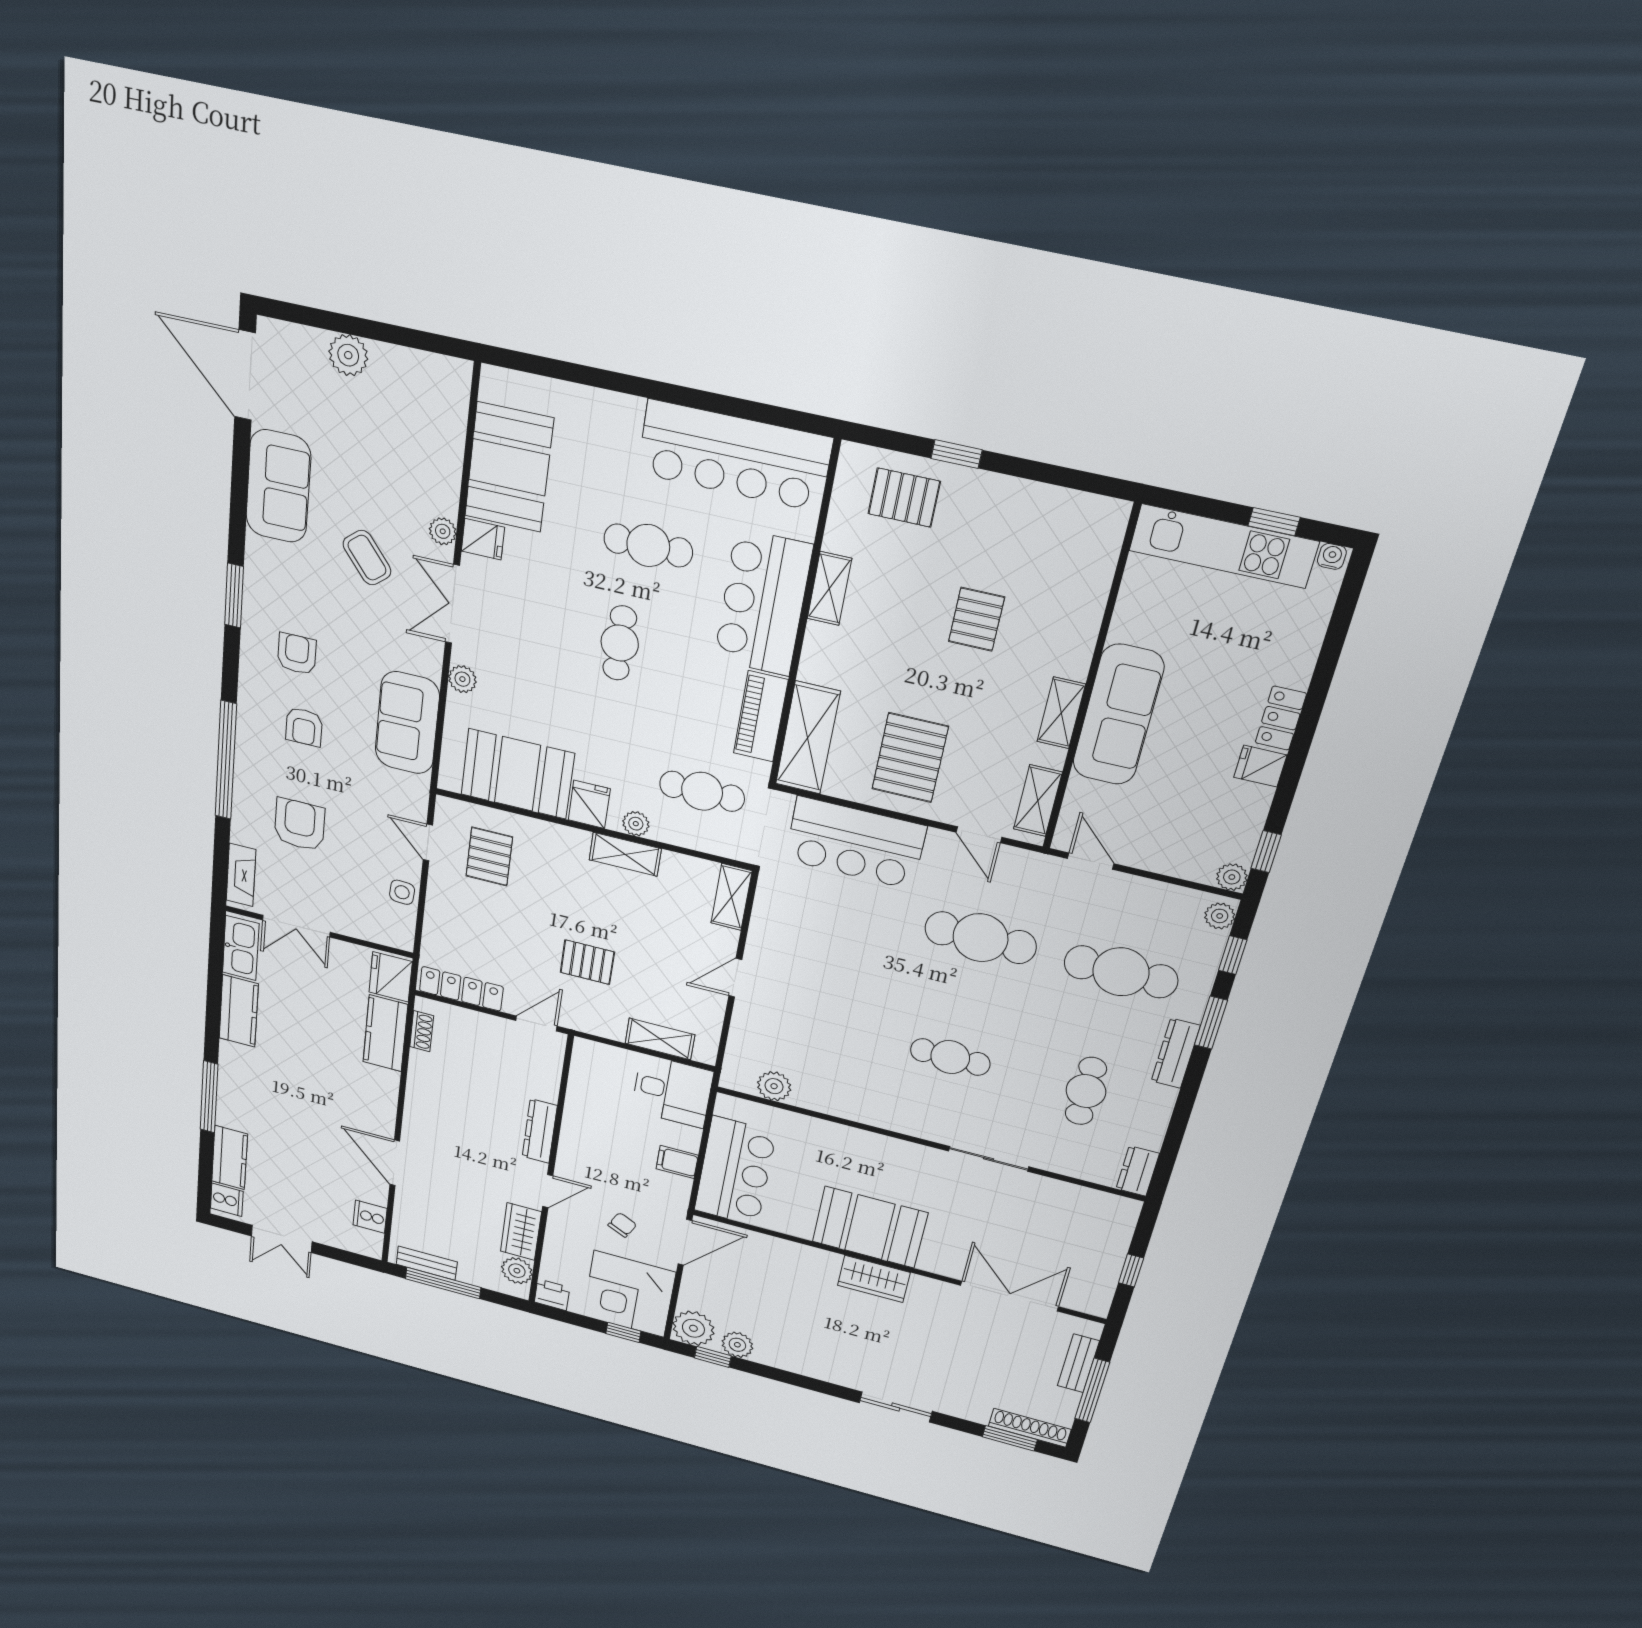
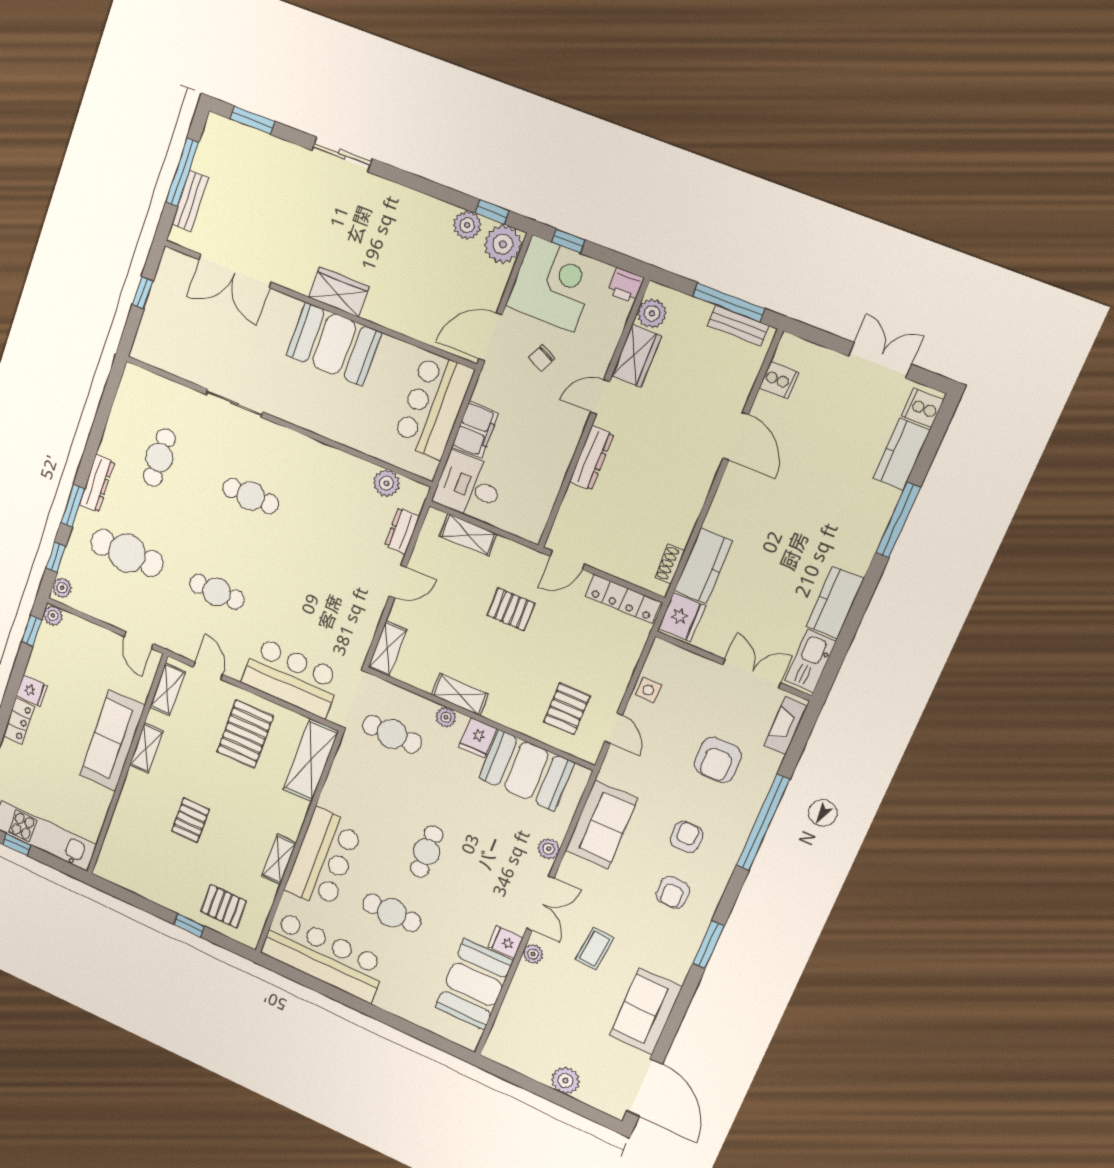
coffee table: (367, 558) -> (595, 949), turned 45
piano: (761, 716) -> (340, 781), removed
cafe table: (980, 938) -> (217, 592), width x0.73, depth x0.74
filing cabinet: (677, 1162) -> (475, 430), width x2.00
dresser: (1138, 1171) -> (402, 531), moved, turned 180
shoe rack: (1030, 1428) -> (235, 132), removed

